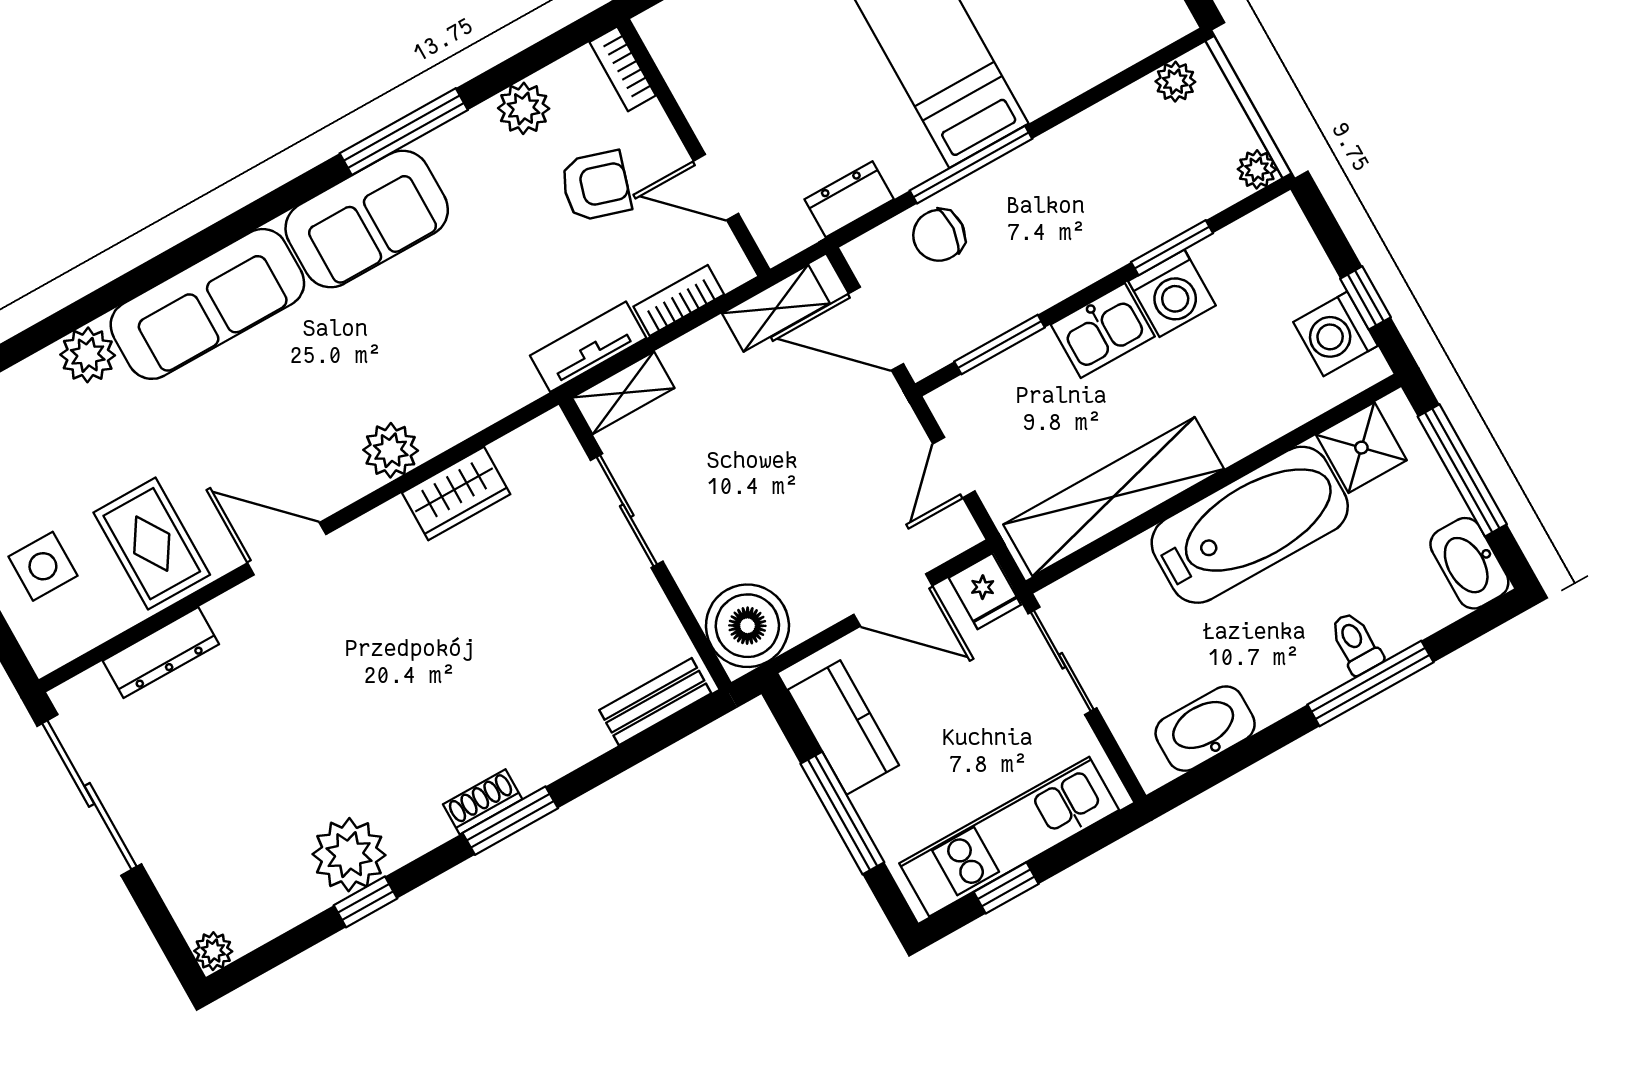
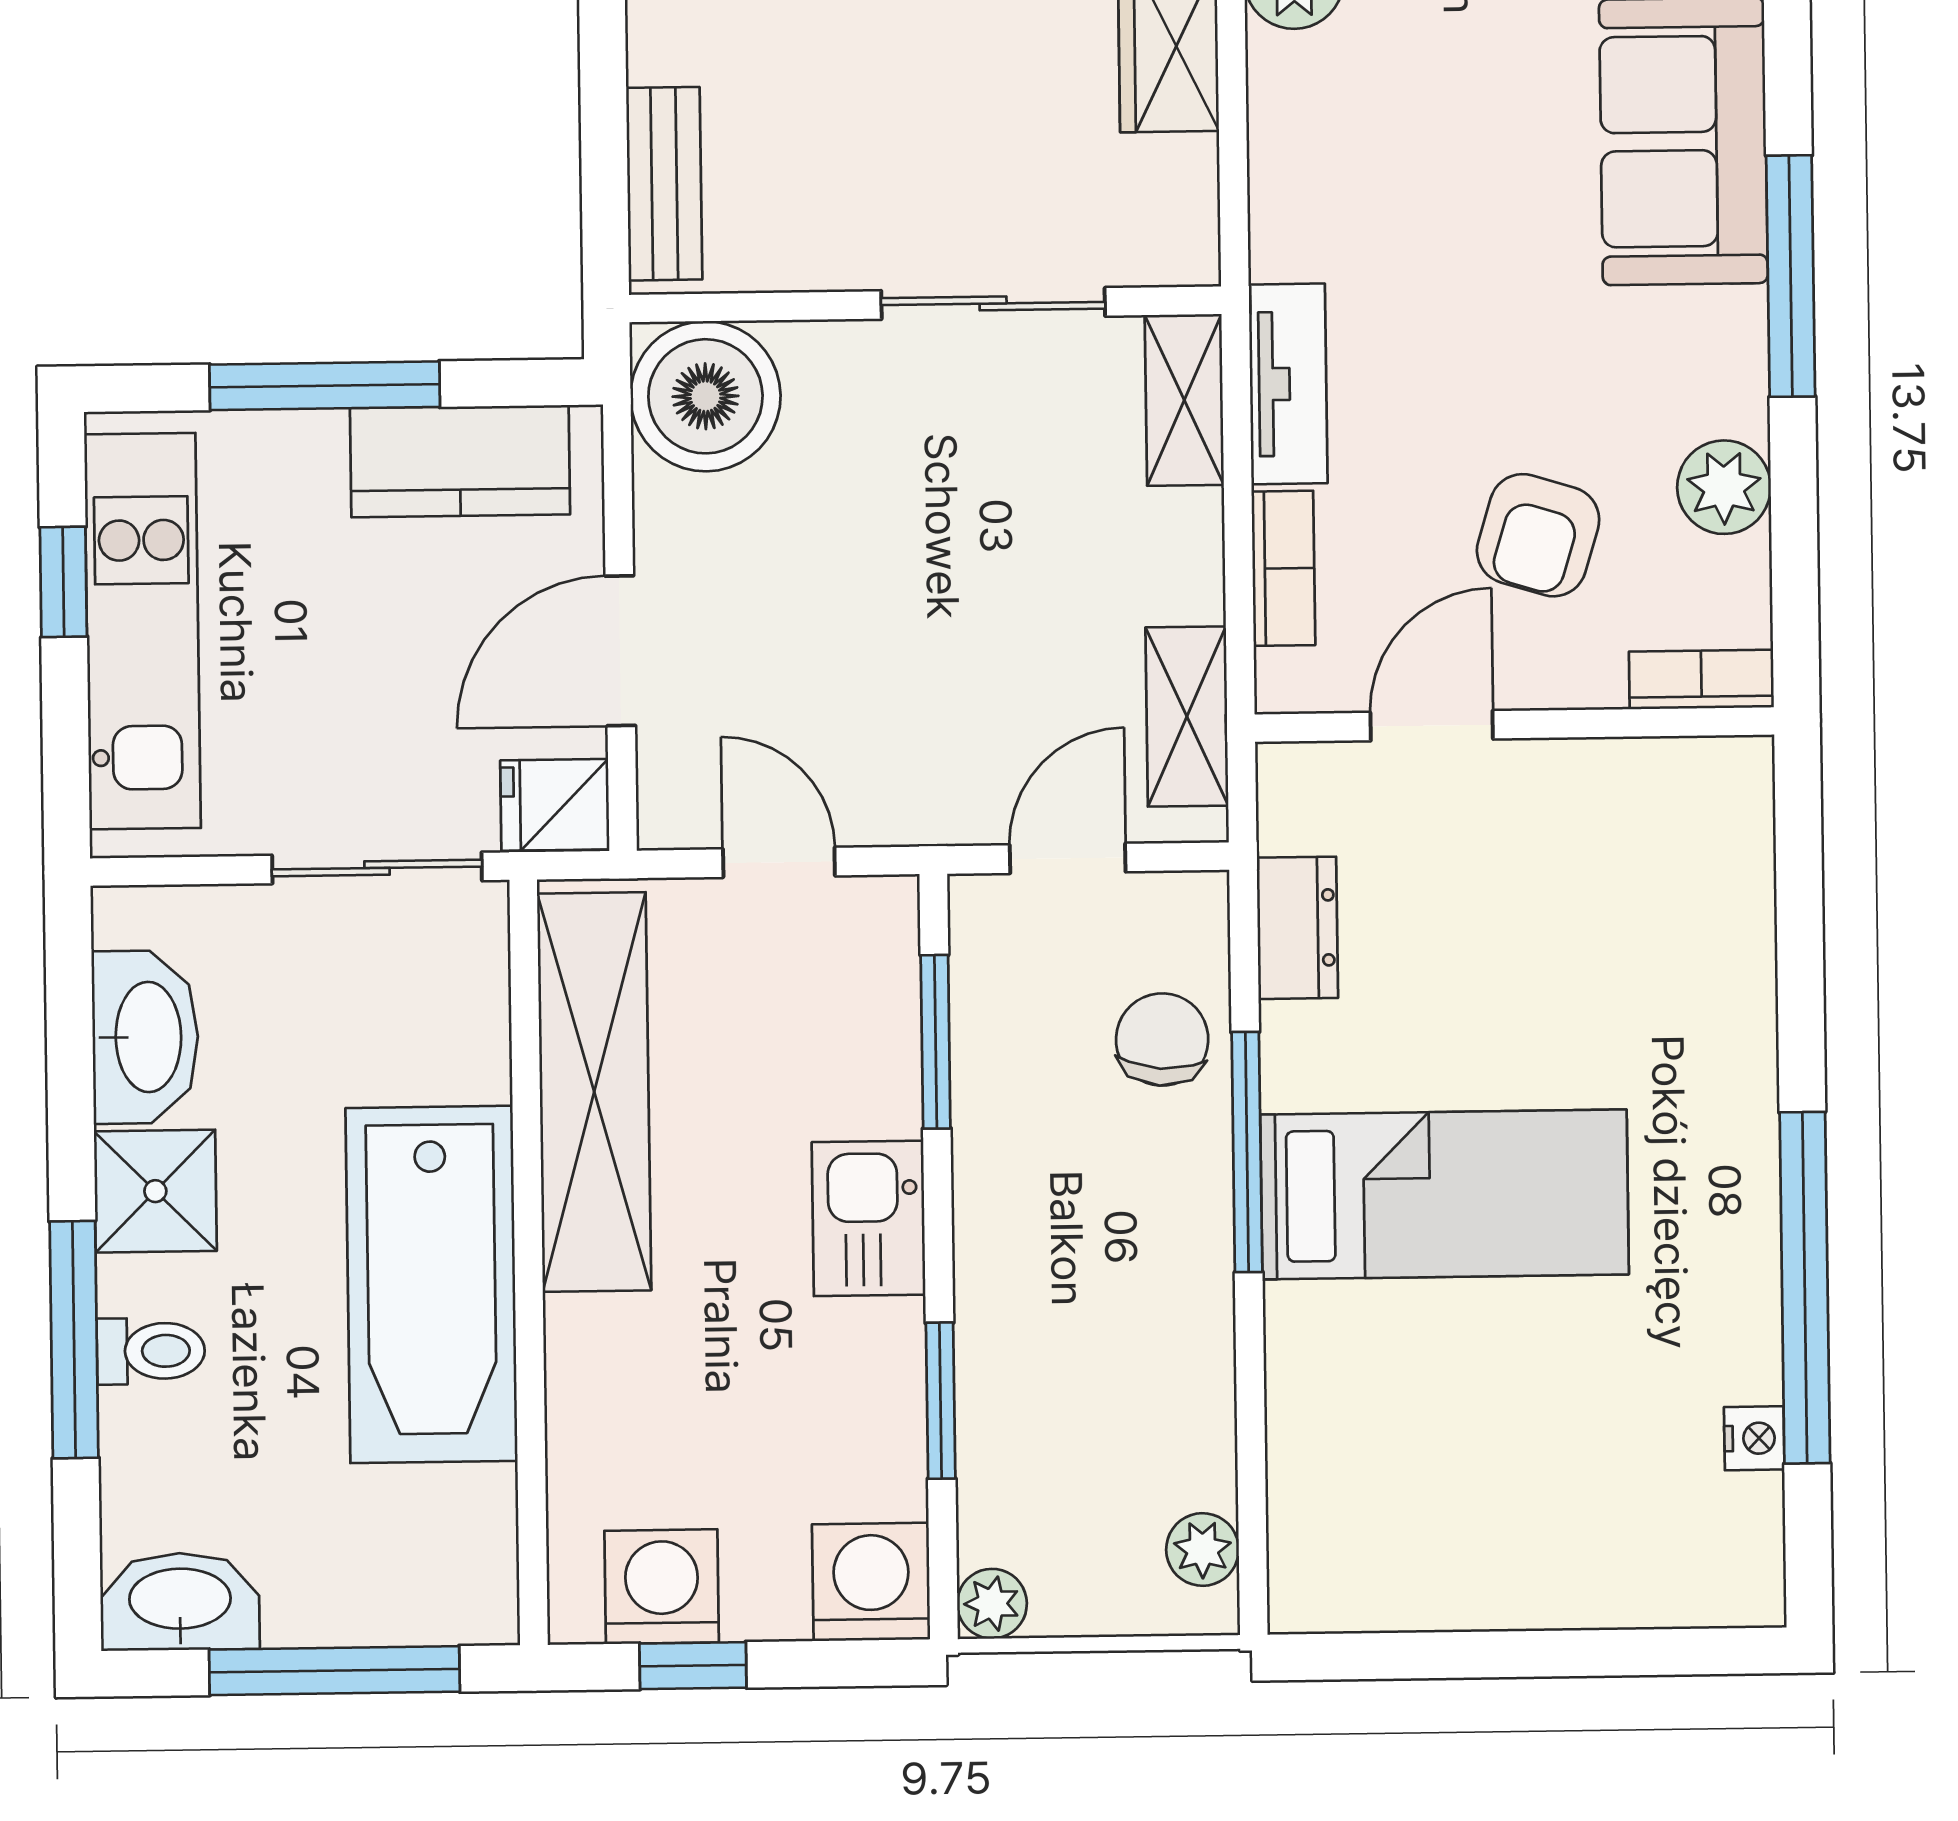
washing machine: (1172, 293) -> (871, 1582), moved, turned 90
door: (876, 329) -> (1068, 858), width x0.73
shower: (1361, 448) -> (155, 1191), moved

